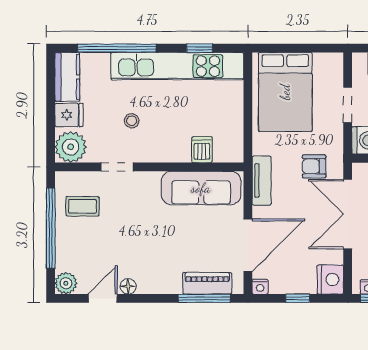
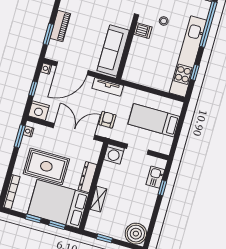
bed: (285, 92) -> (154, 120), width x0.67
dishwasher: (202, 150) -> (143, 31), moved
door: (248, 245) -> (72, 68), hinge flipped
piano: (207, 283) -> (60, 26), moved
window: (204, 298) -> (48, 34), width x0.69

